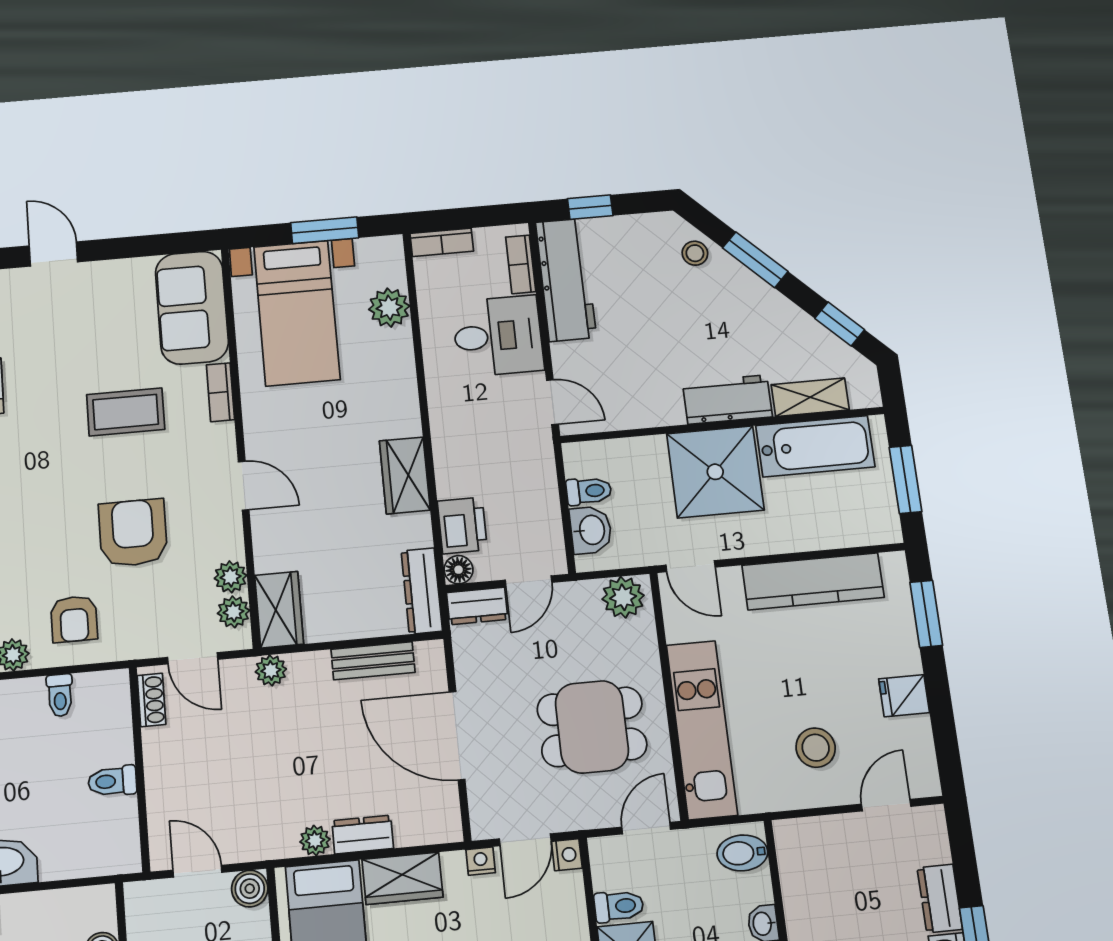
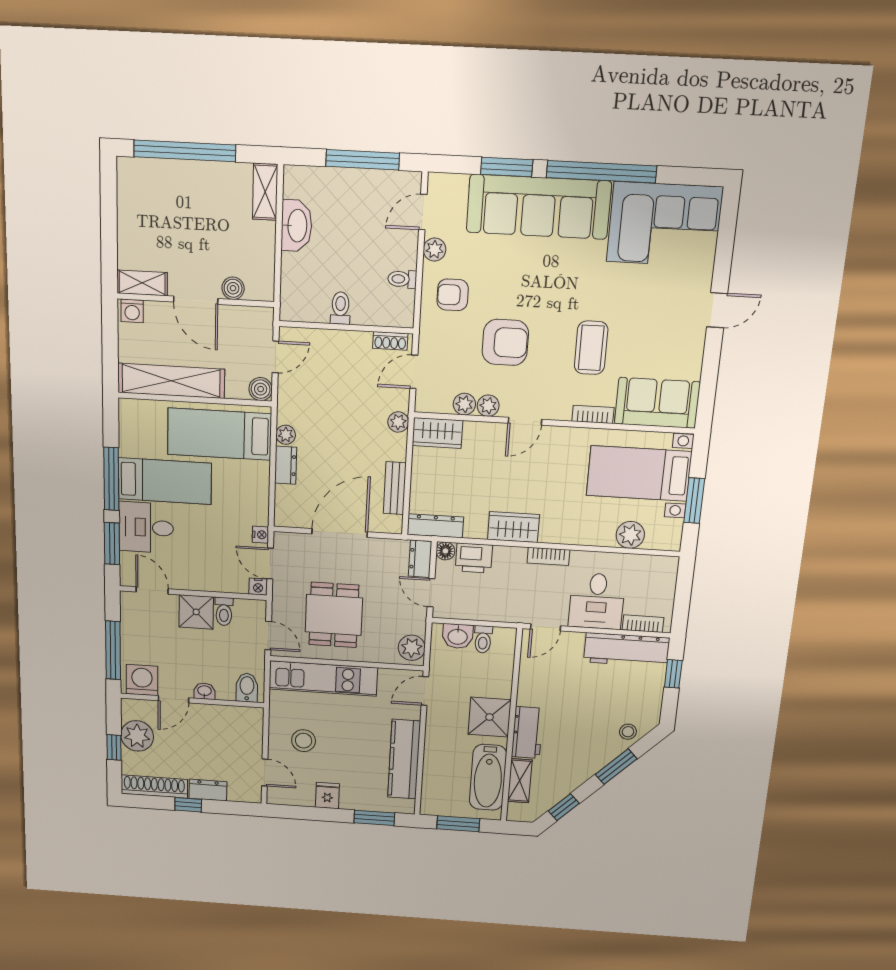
bookcase: (442, 242) -> (548, 556), moved, turned -90
shower: (715, 472) -> (490, 717), width x0.73, depth x0.73
plant: (234, 612) -> (488, 406), moved
wardrobe: (402, 878) -> (256, 486), removed

